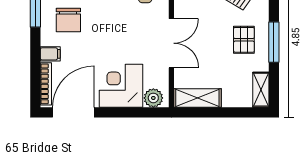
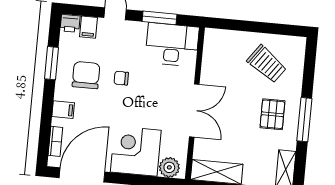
chair: (68, 20) -> (86, 75), turned 180
chair: (101, 20) -> (121, 78), added
bookcase: (46, 84) -> (55, 141), width x0.64

